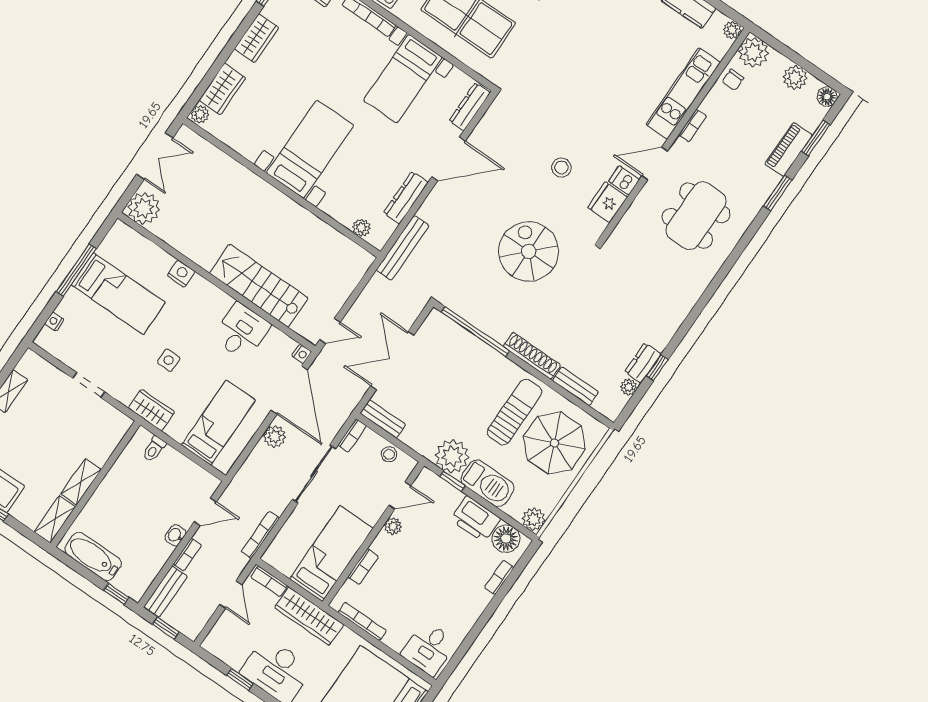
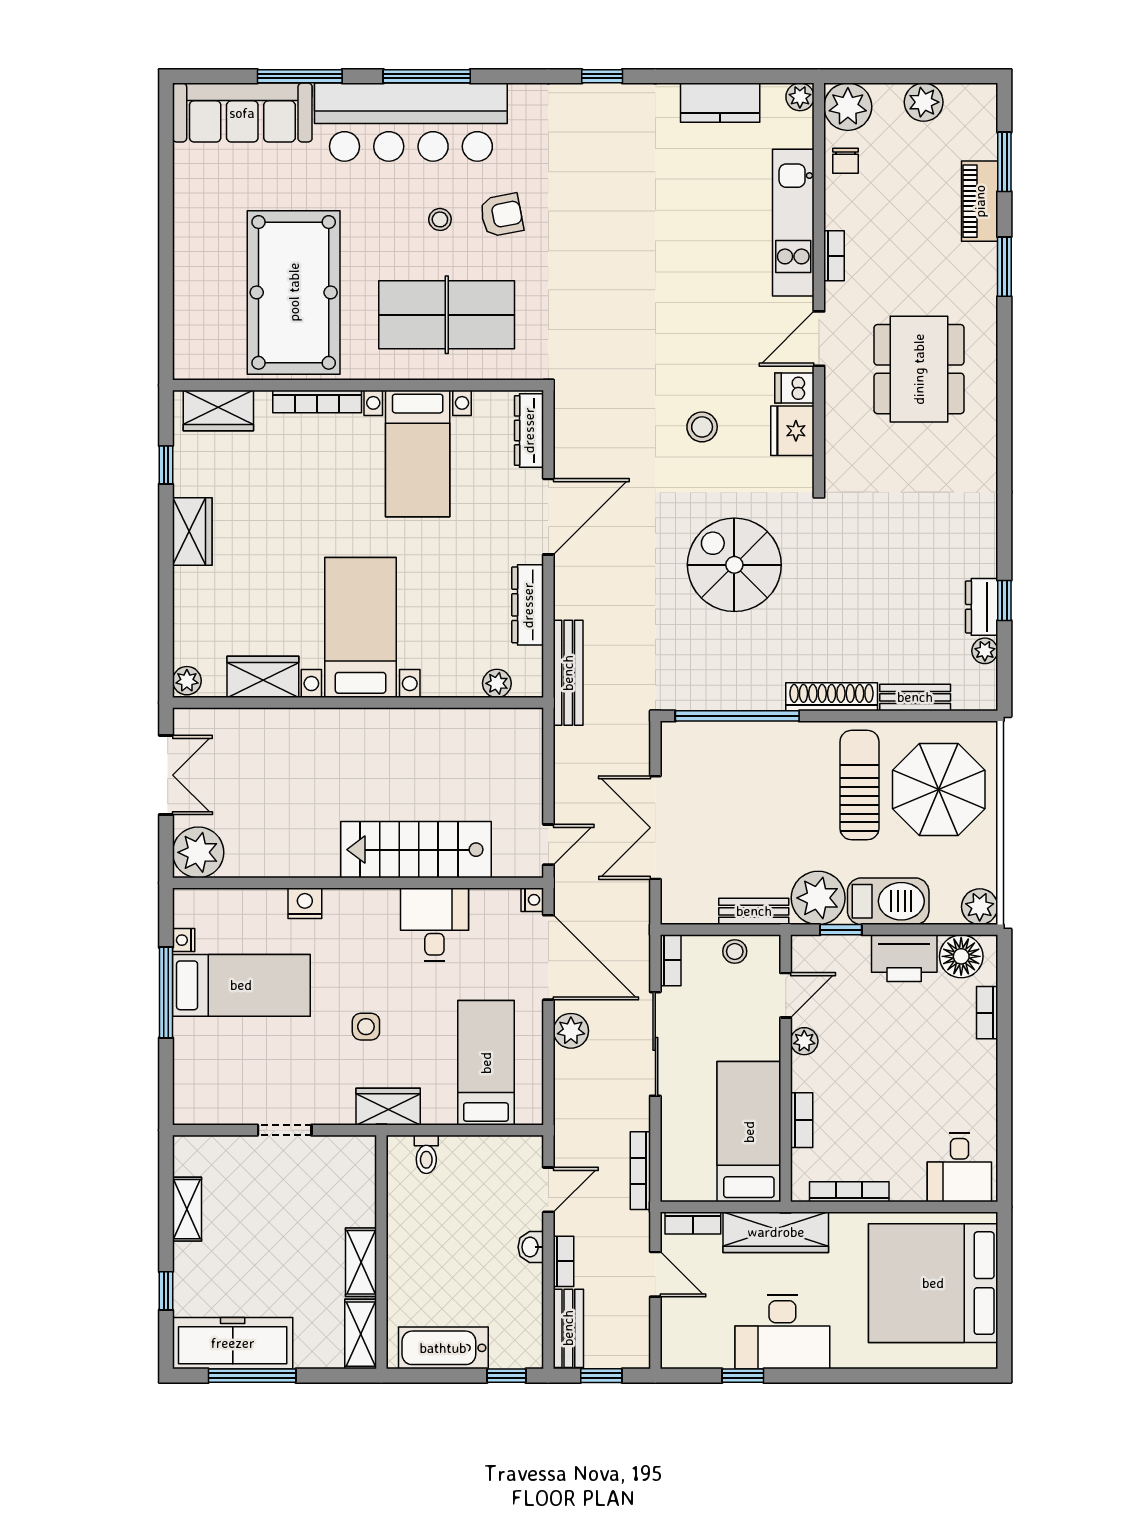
wardrobe: (222, 89) -> (263, 677), moved, turned -90
floor lamp: (827, 97) -> (982, 98), removed
nightstand: (54, 322) -> (184, 940), moved
bench: (383, 419) -> (754, 911), moved

